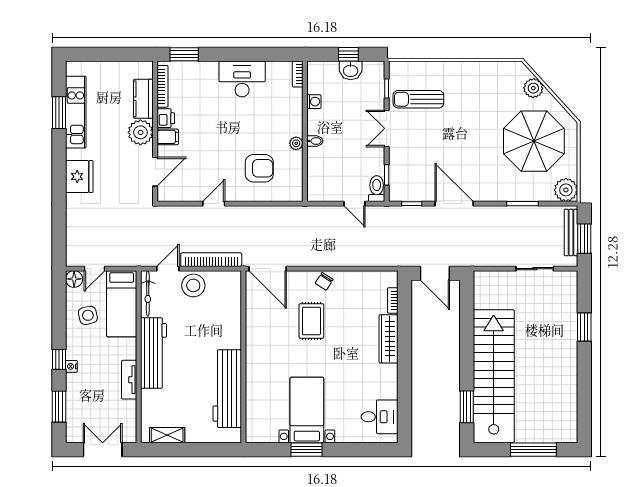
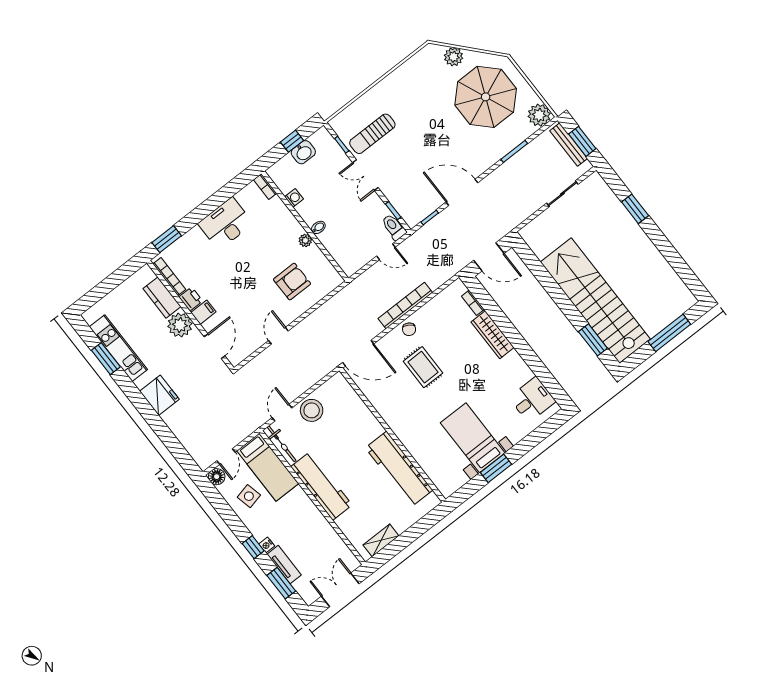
bookcase: (211, 260) -> (405, 306), moved
tv unit: (129, 380) -> (284, 565), moved, turned 180

